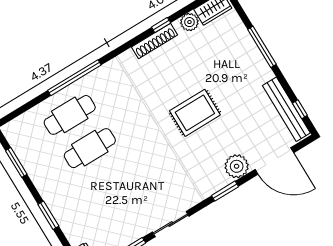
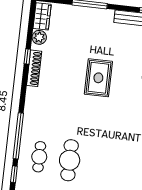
window: (32, 103) -> (14, 174), added
cafe table: (70, 115) -> (39, 157), width x0.73, depth x0.74

